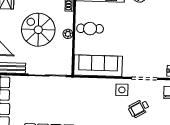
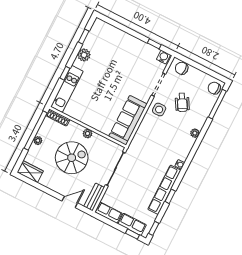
cafe table: (90, 29) -> (92, 112), removed
spiral stairs: (38, 30) -> (72, 158), turned 180

